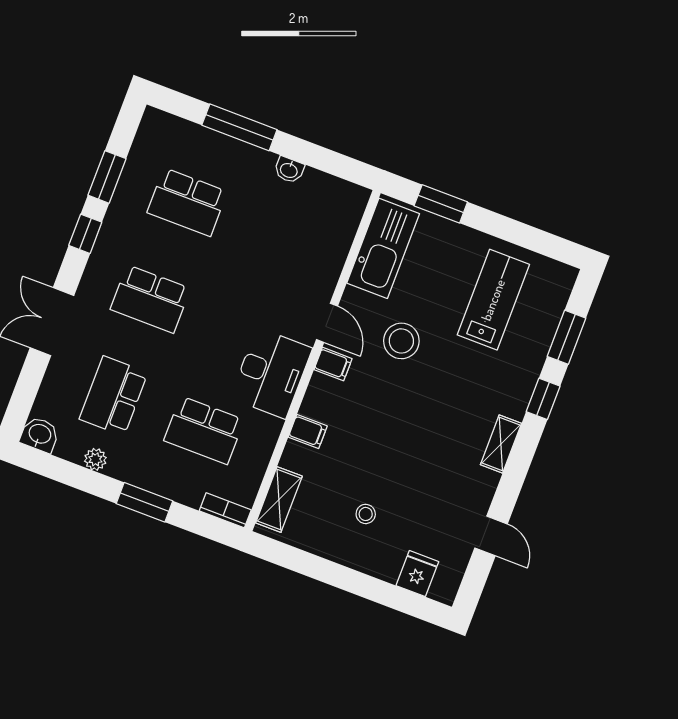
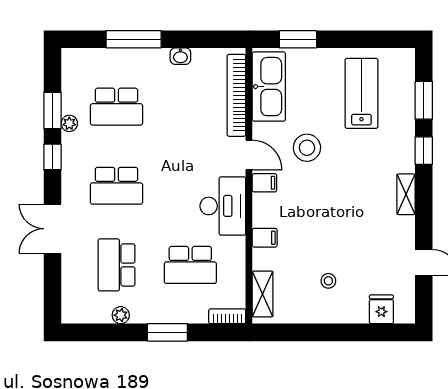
plant: (122, 201) -> (69, 123), added
bookcase: (339, 244) -> (236, 95), added
washbasin: (40, 435) -> (74, 313), removed

